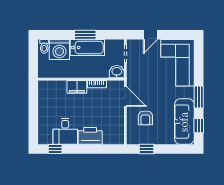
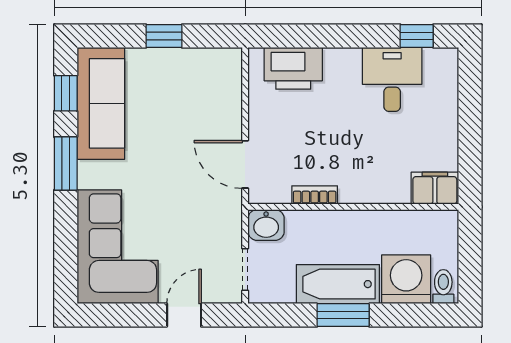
filing cabinet: (77, 87) -> (435, 188), moved
armchair: (145, 118) -> (196, 112), removed
printer: (90, 136) -> (293, 68), moved
window: (147, 149) -> (164, 36), moved

